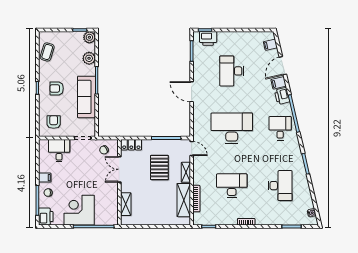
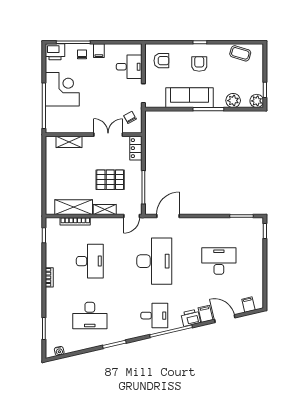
printer: (208, 38) -> (256, 234), removed
door: (192, 92) -> (168, 216), moved

